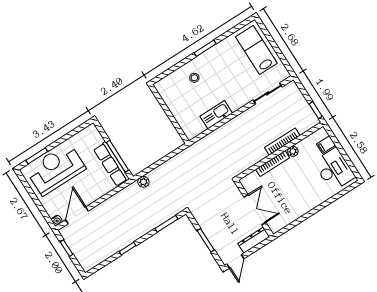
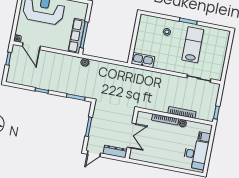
lab bench: (256, 50) -> (193, 45), moved
kitchen sink: (216, 115) -> (143, 60), moved
door: (77, 215) -> (31, 46), swing flipped

